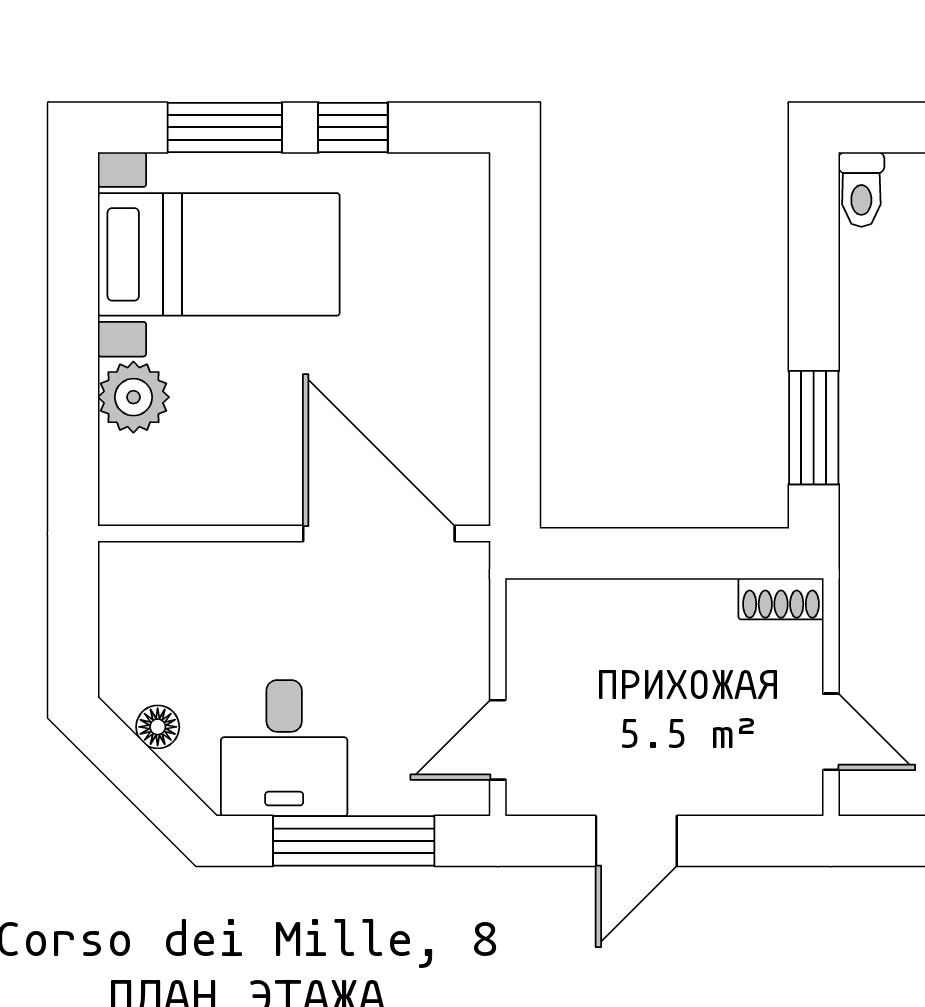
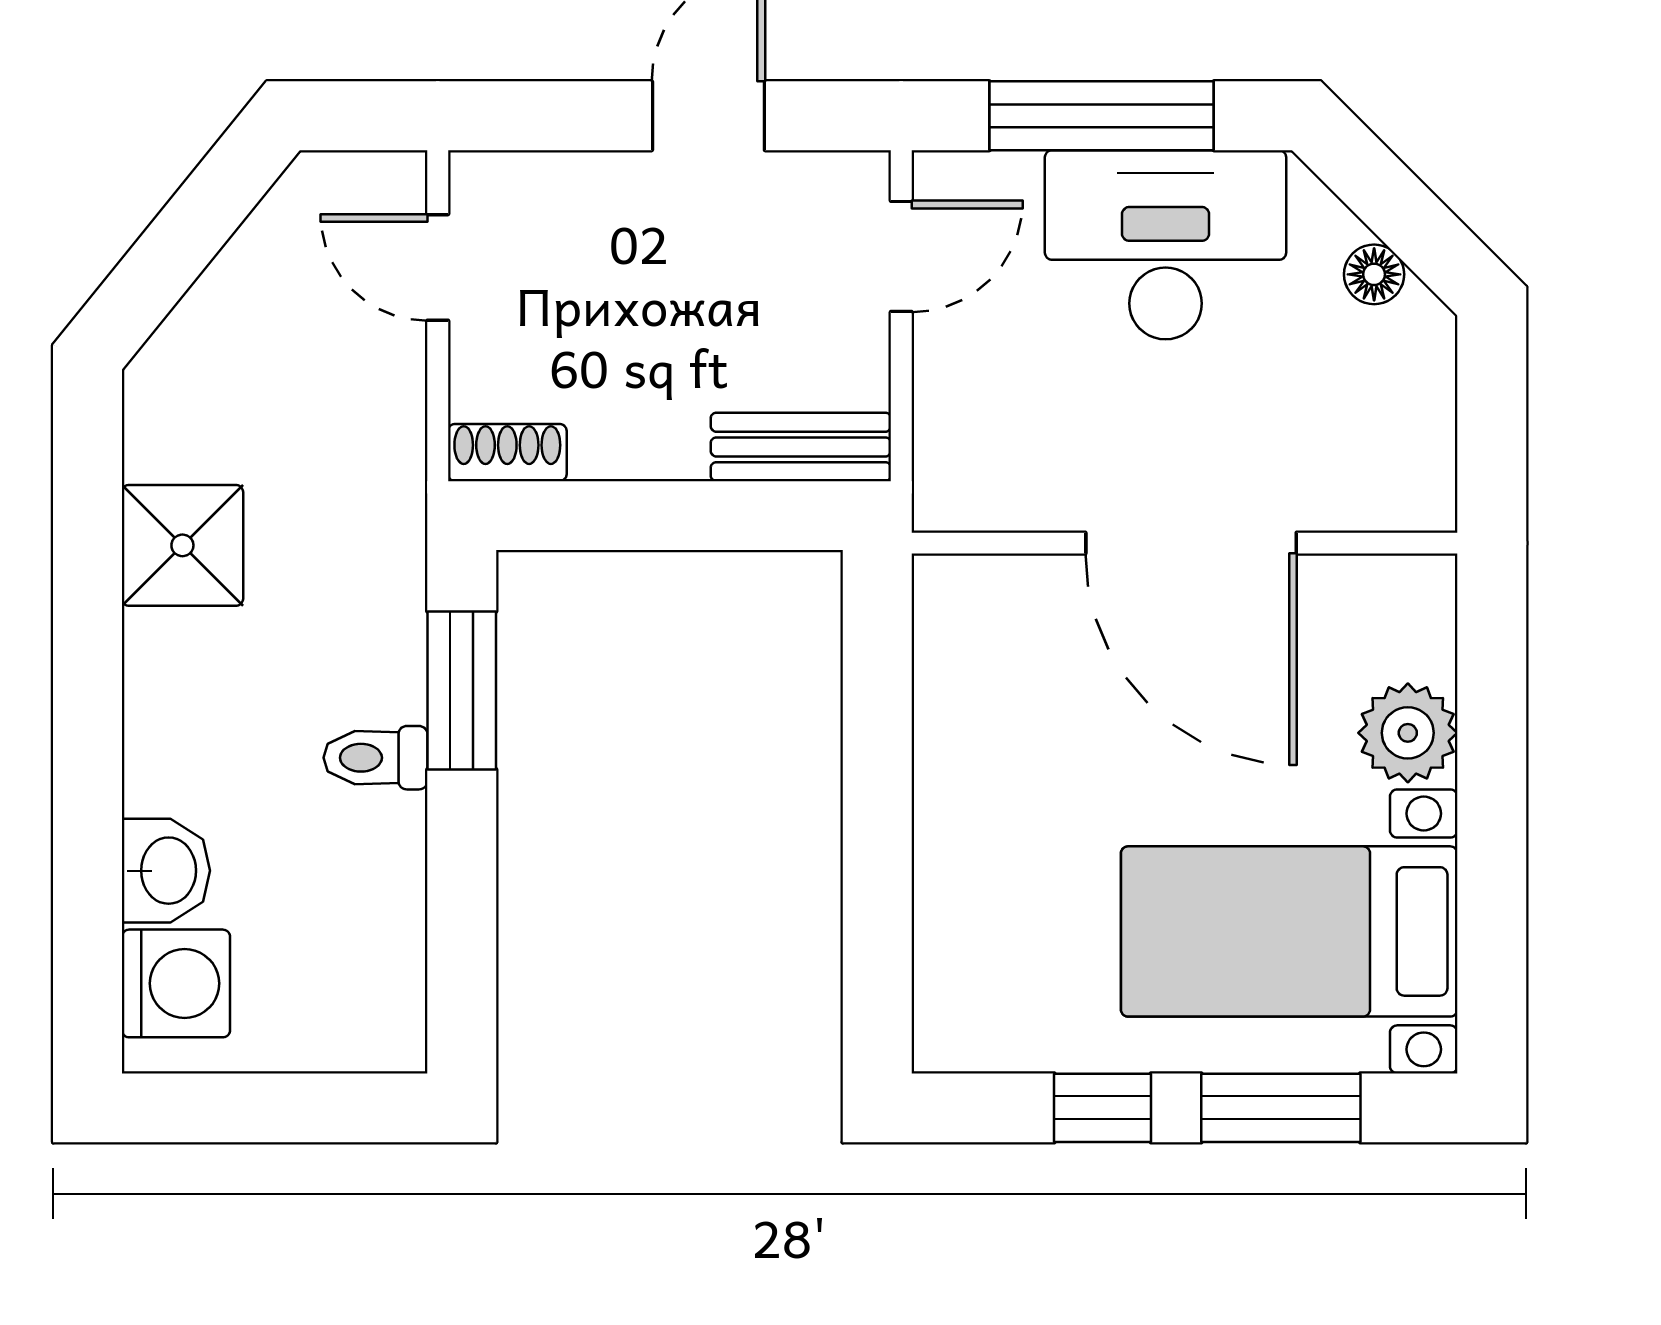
toilet: (861, 189) -> (376, 758), moved, turned -90
door: (379, 534) -> (1191, 543), moved
bench: (570, 603) -> (801, 447), added
desk: (284, 748) -> (1166, 245), width x1.37

